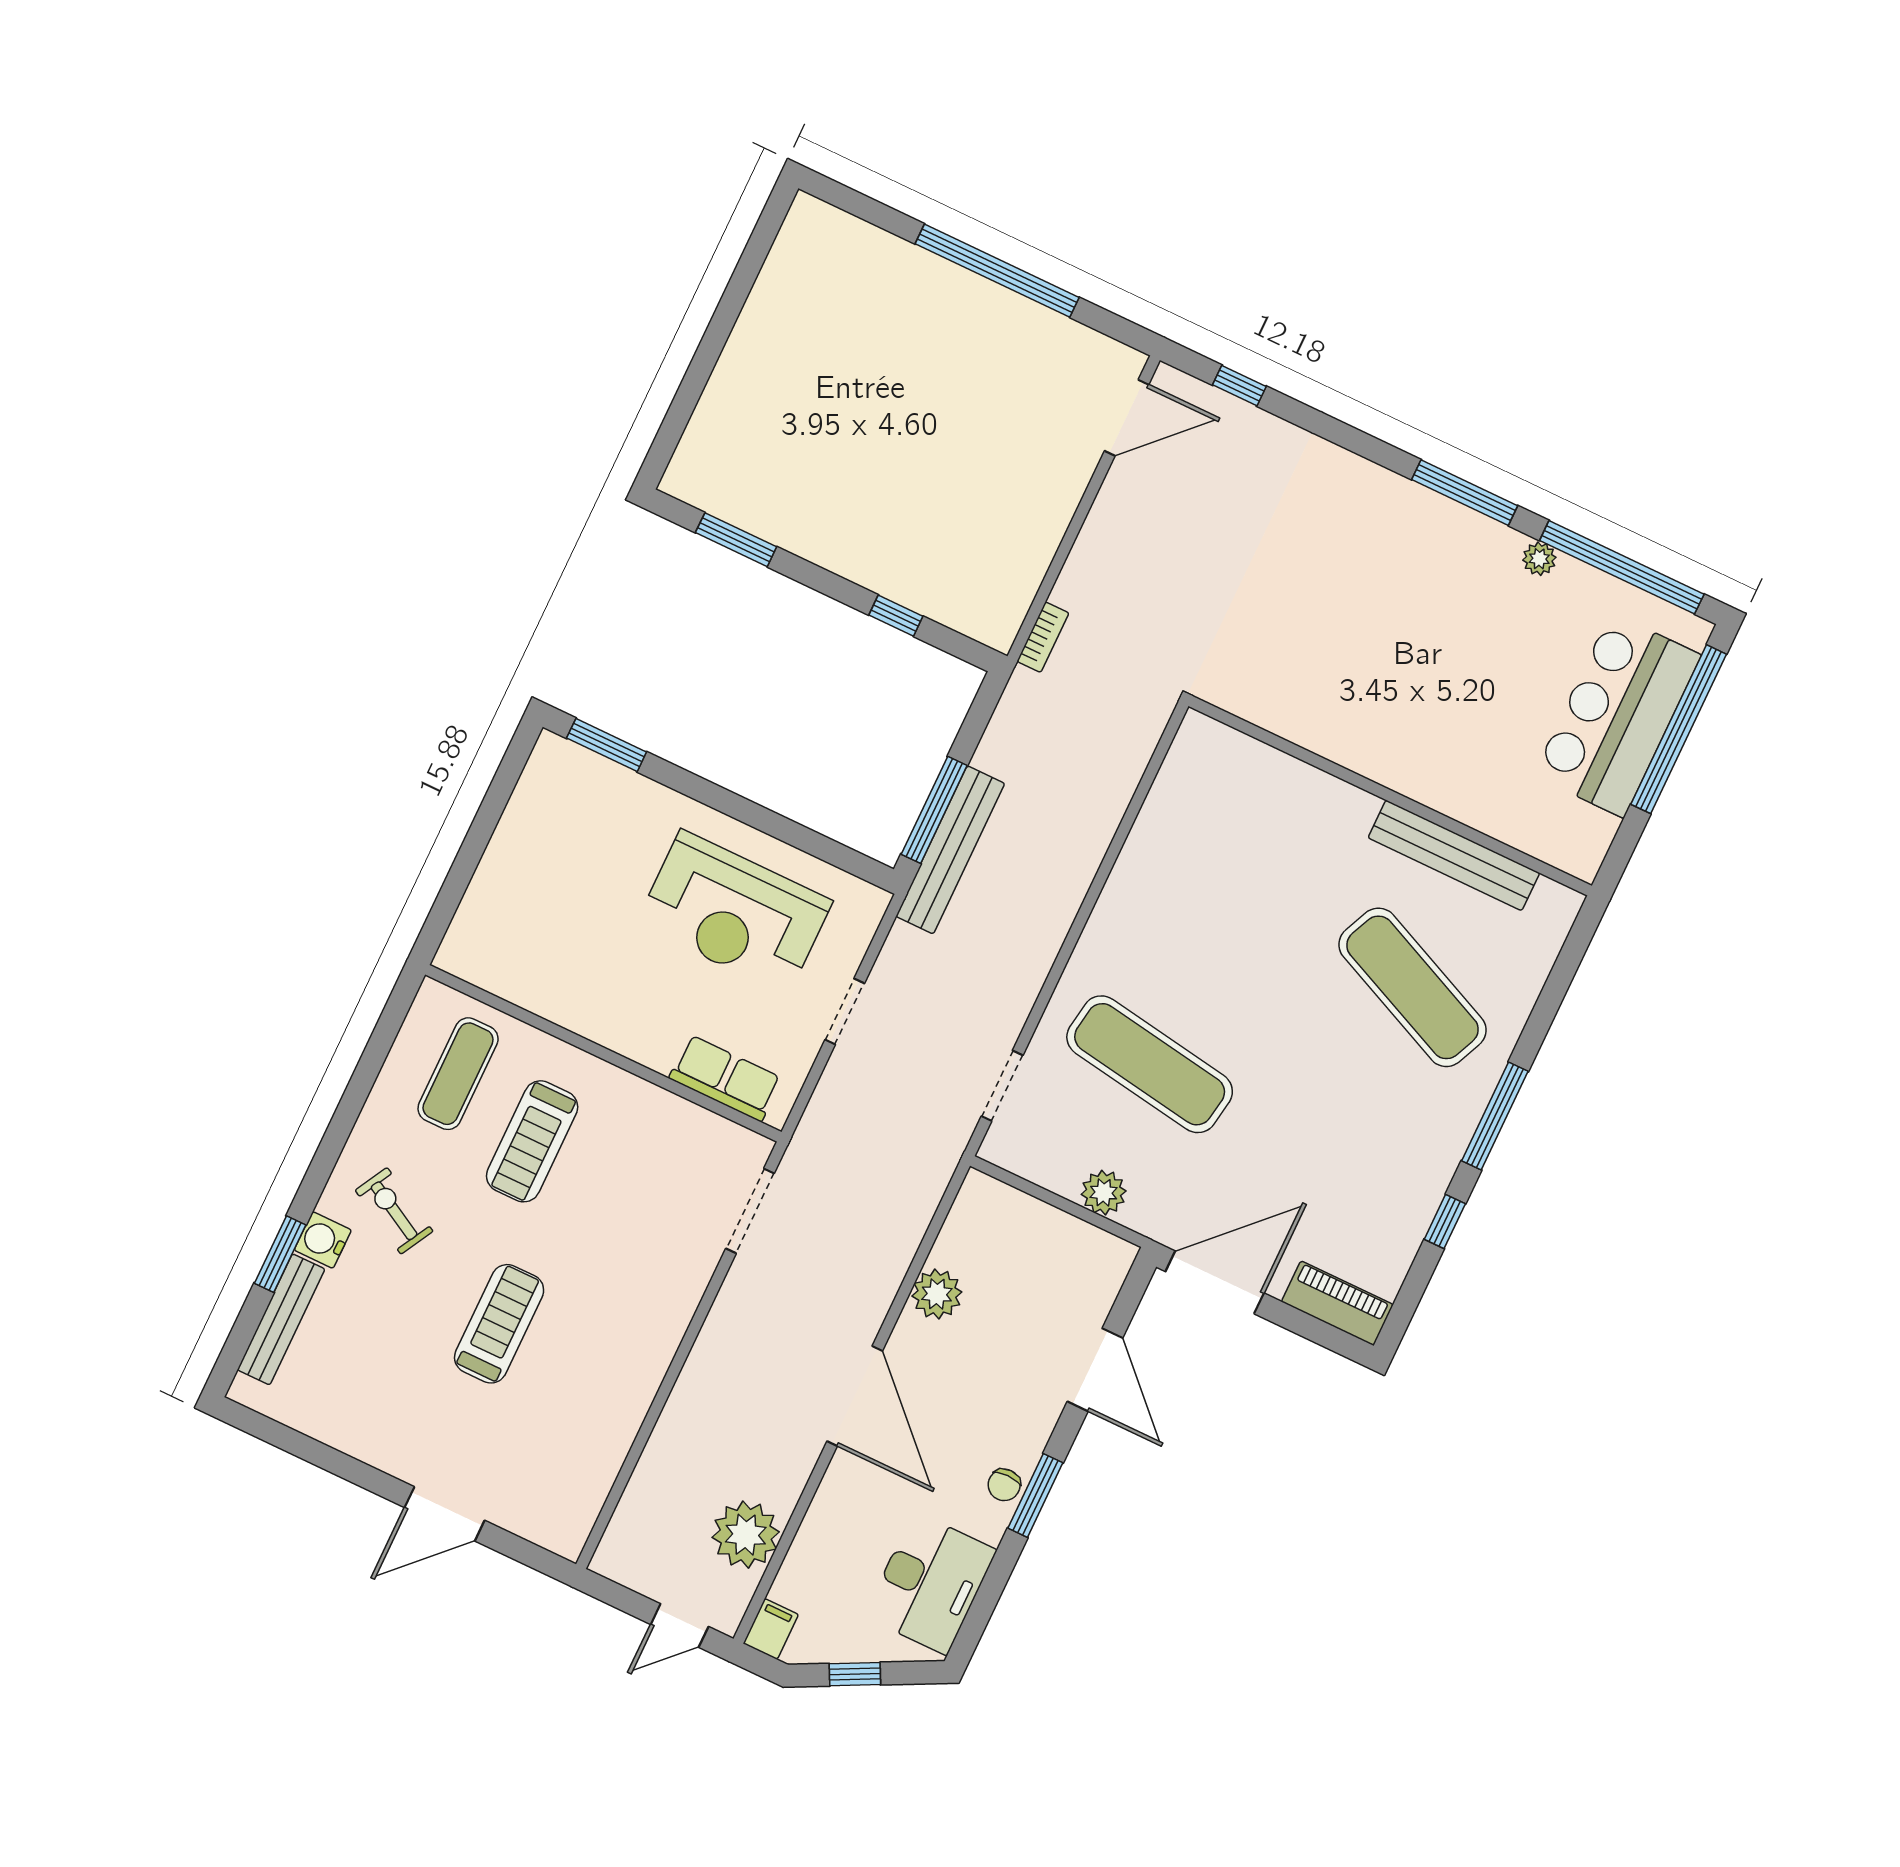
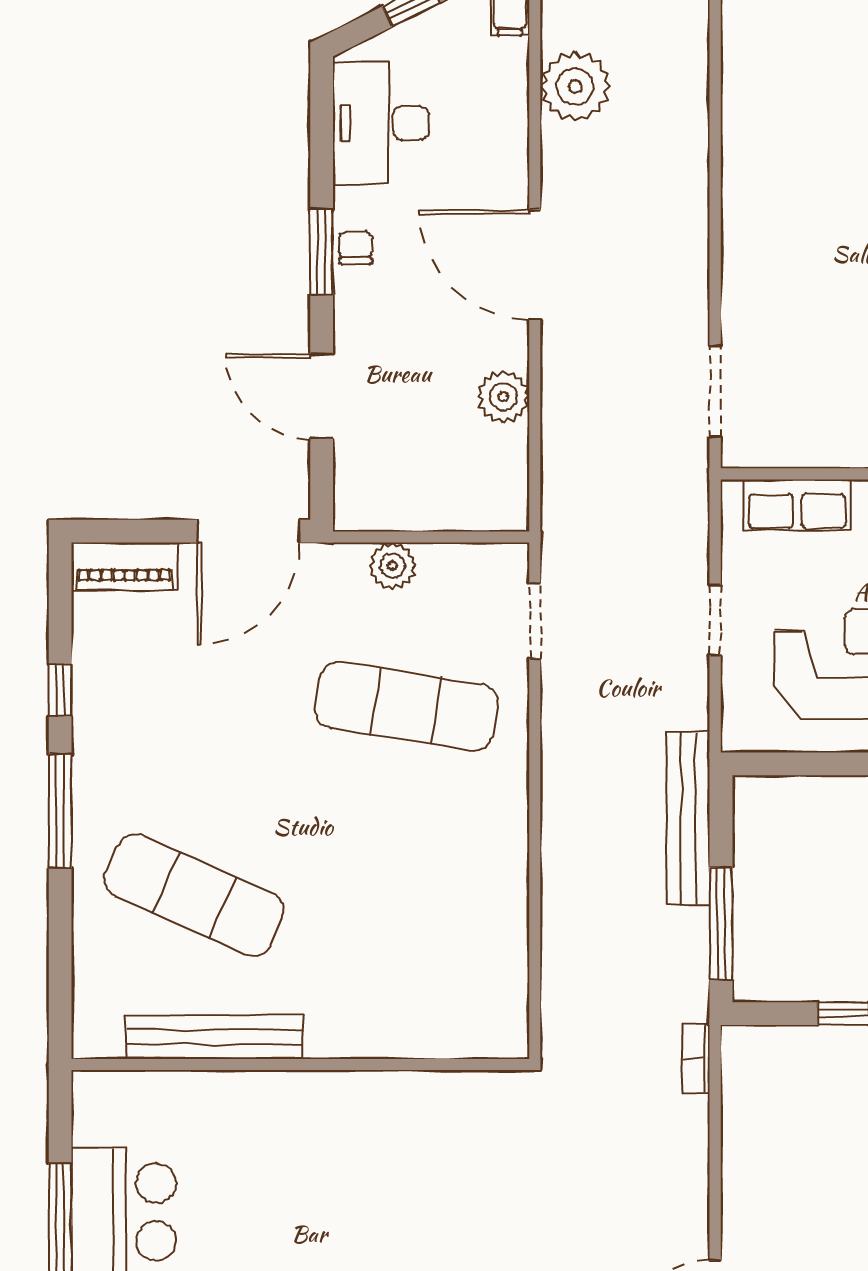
window: (934, 810) -> (721, 923), moved

